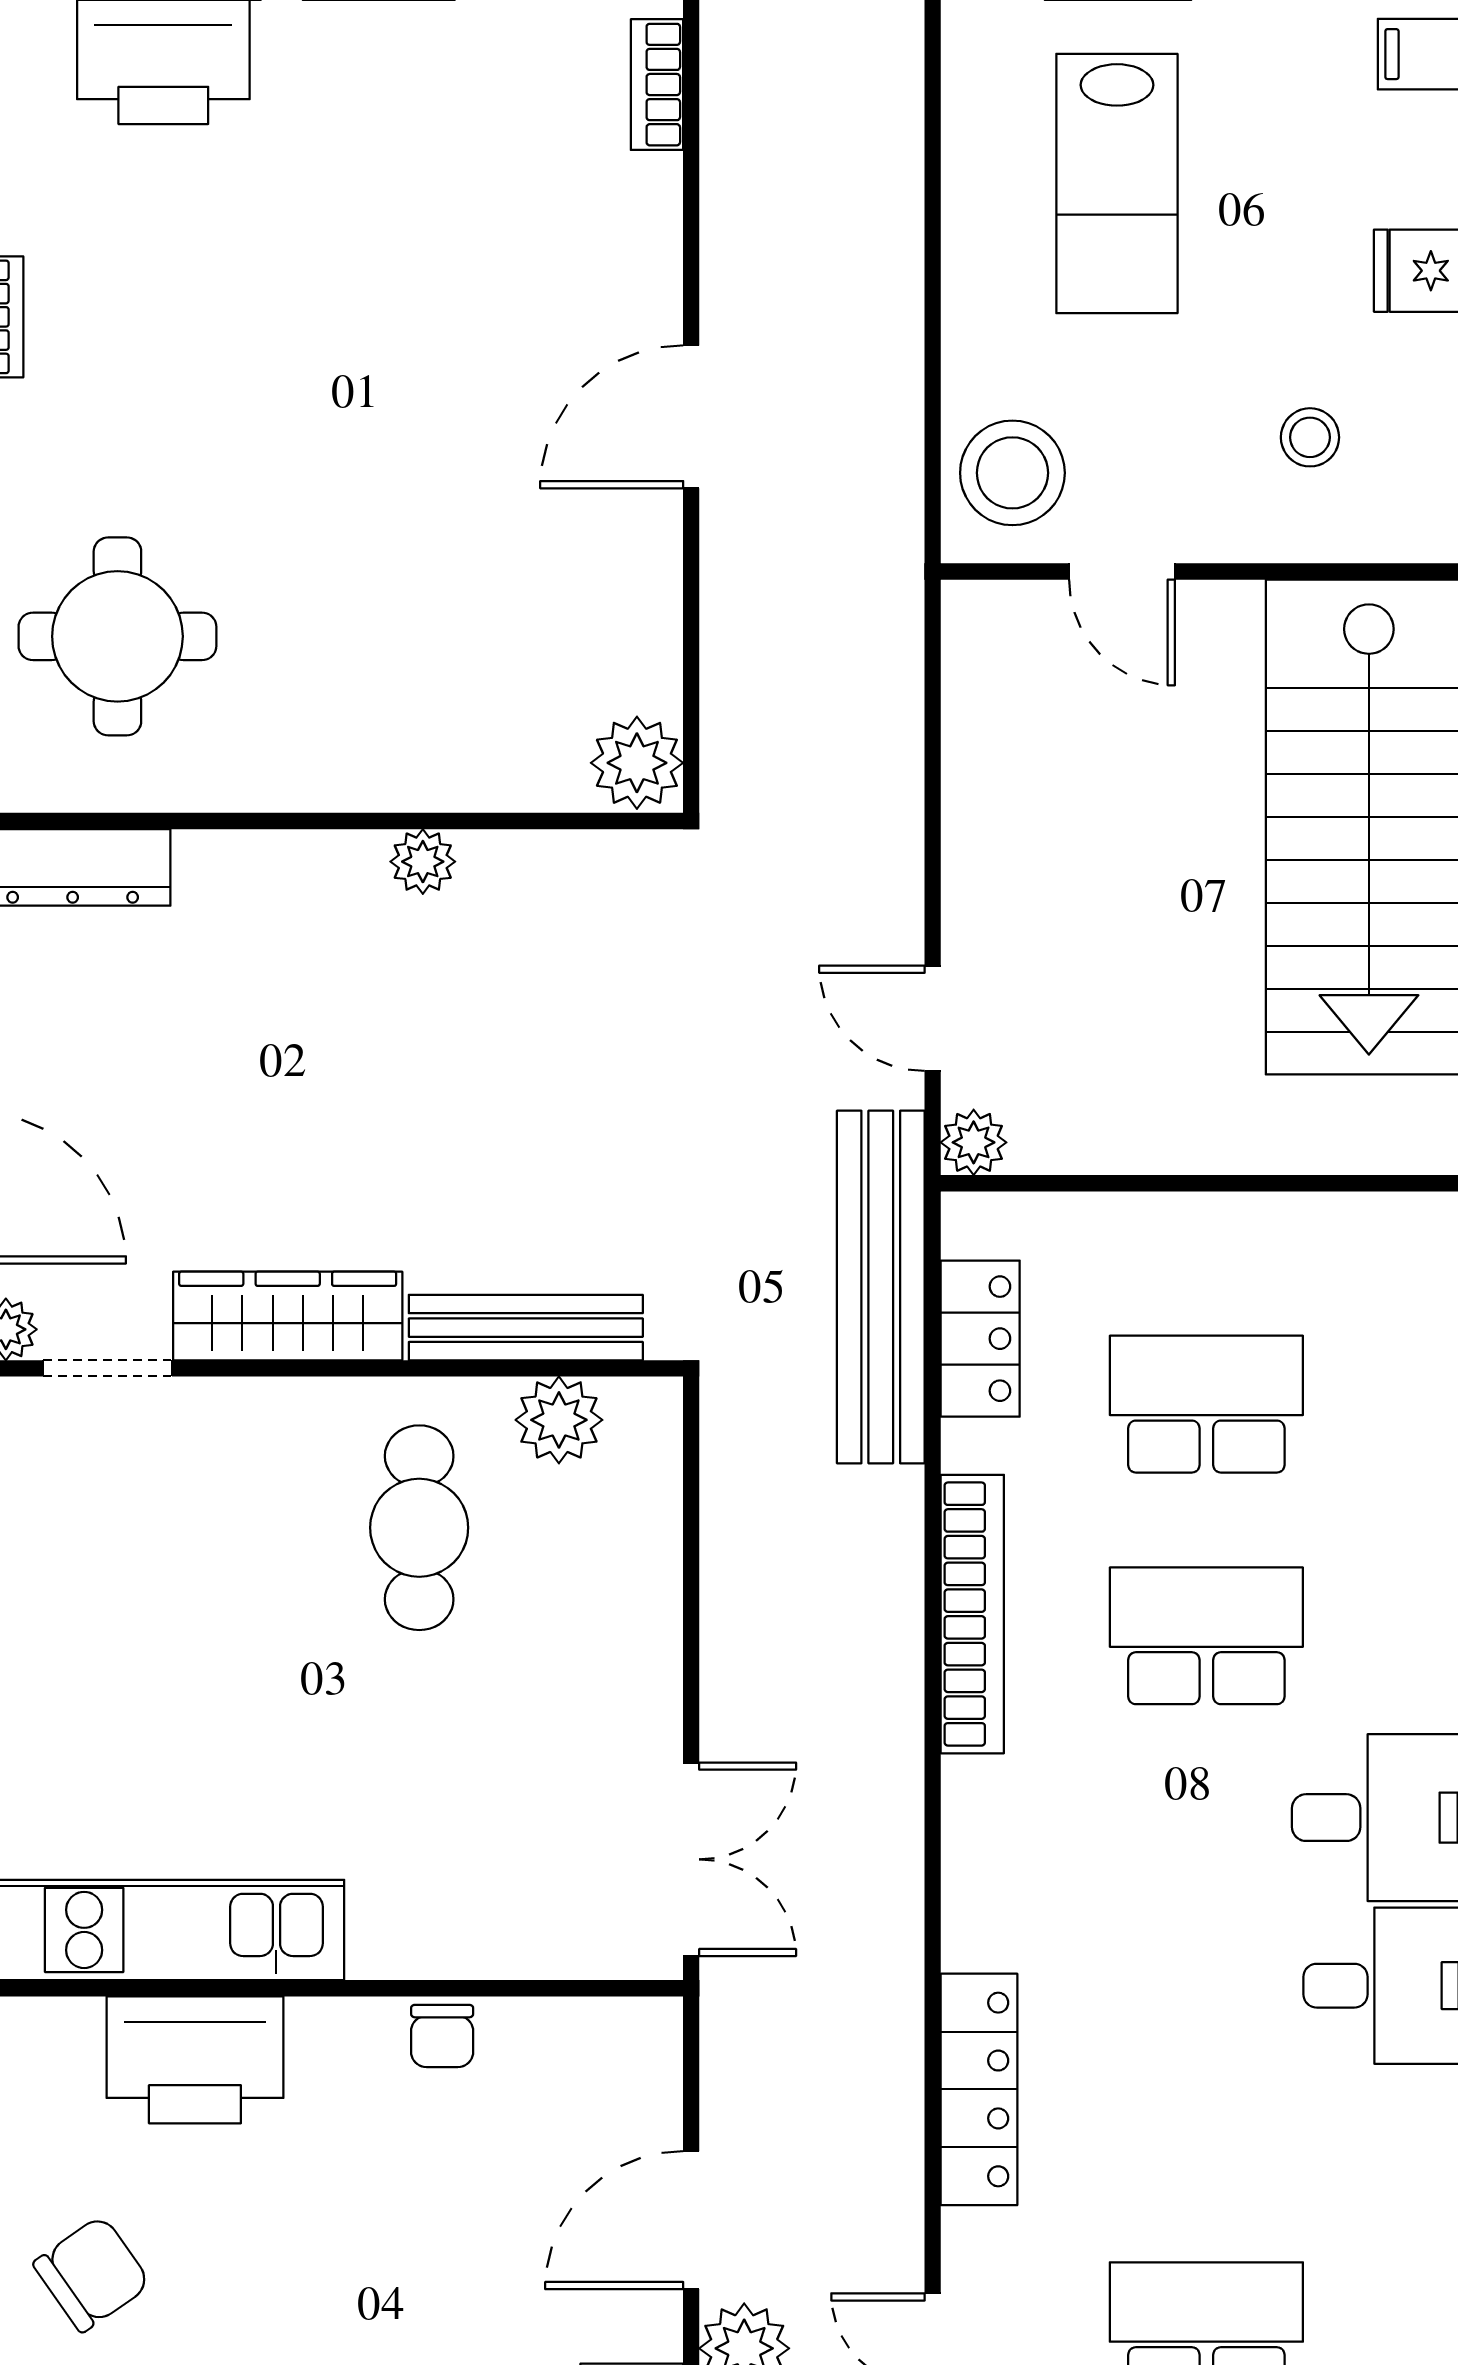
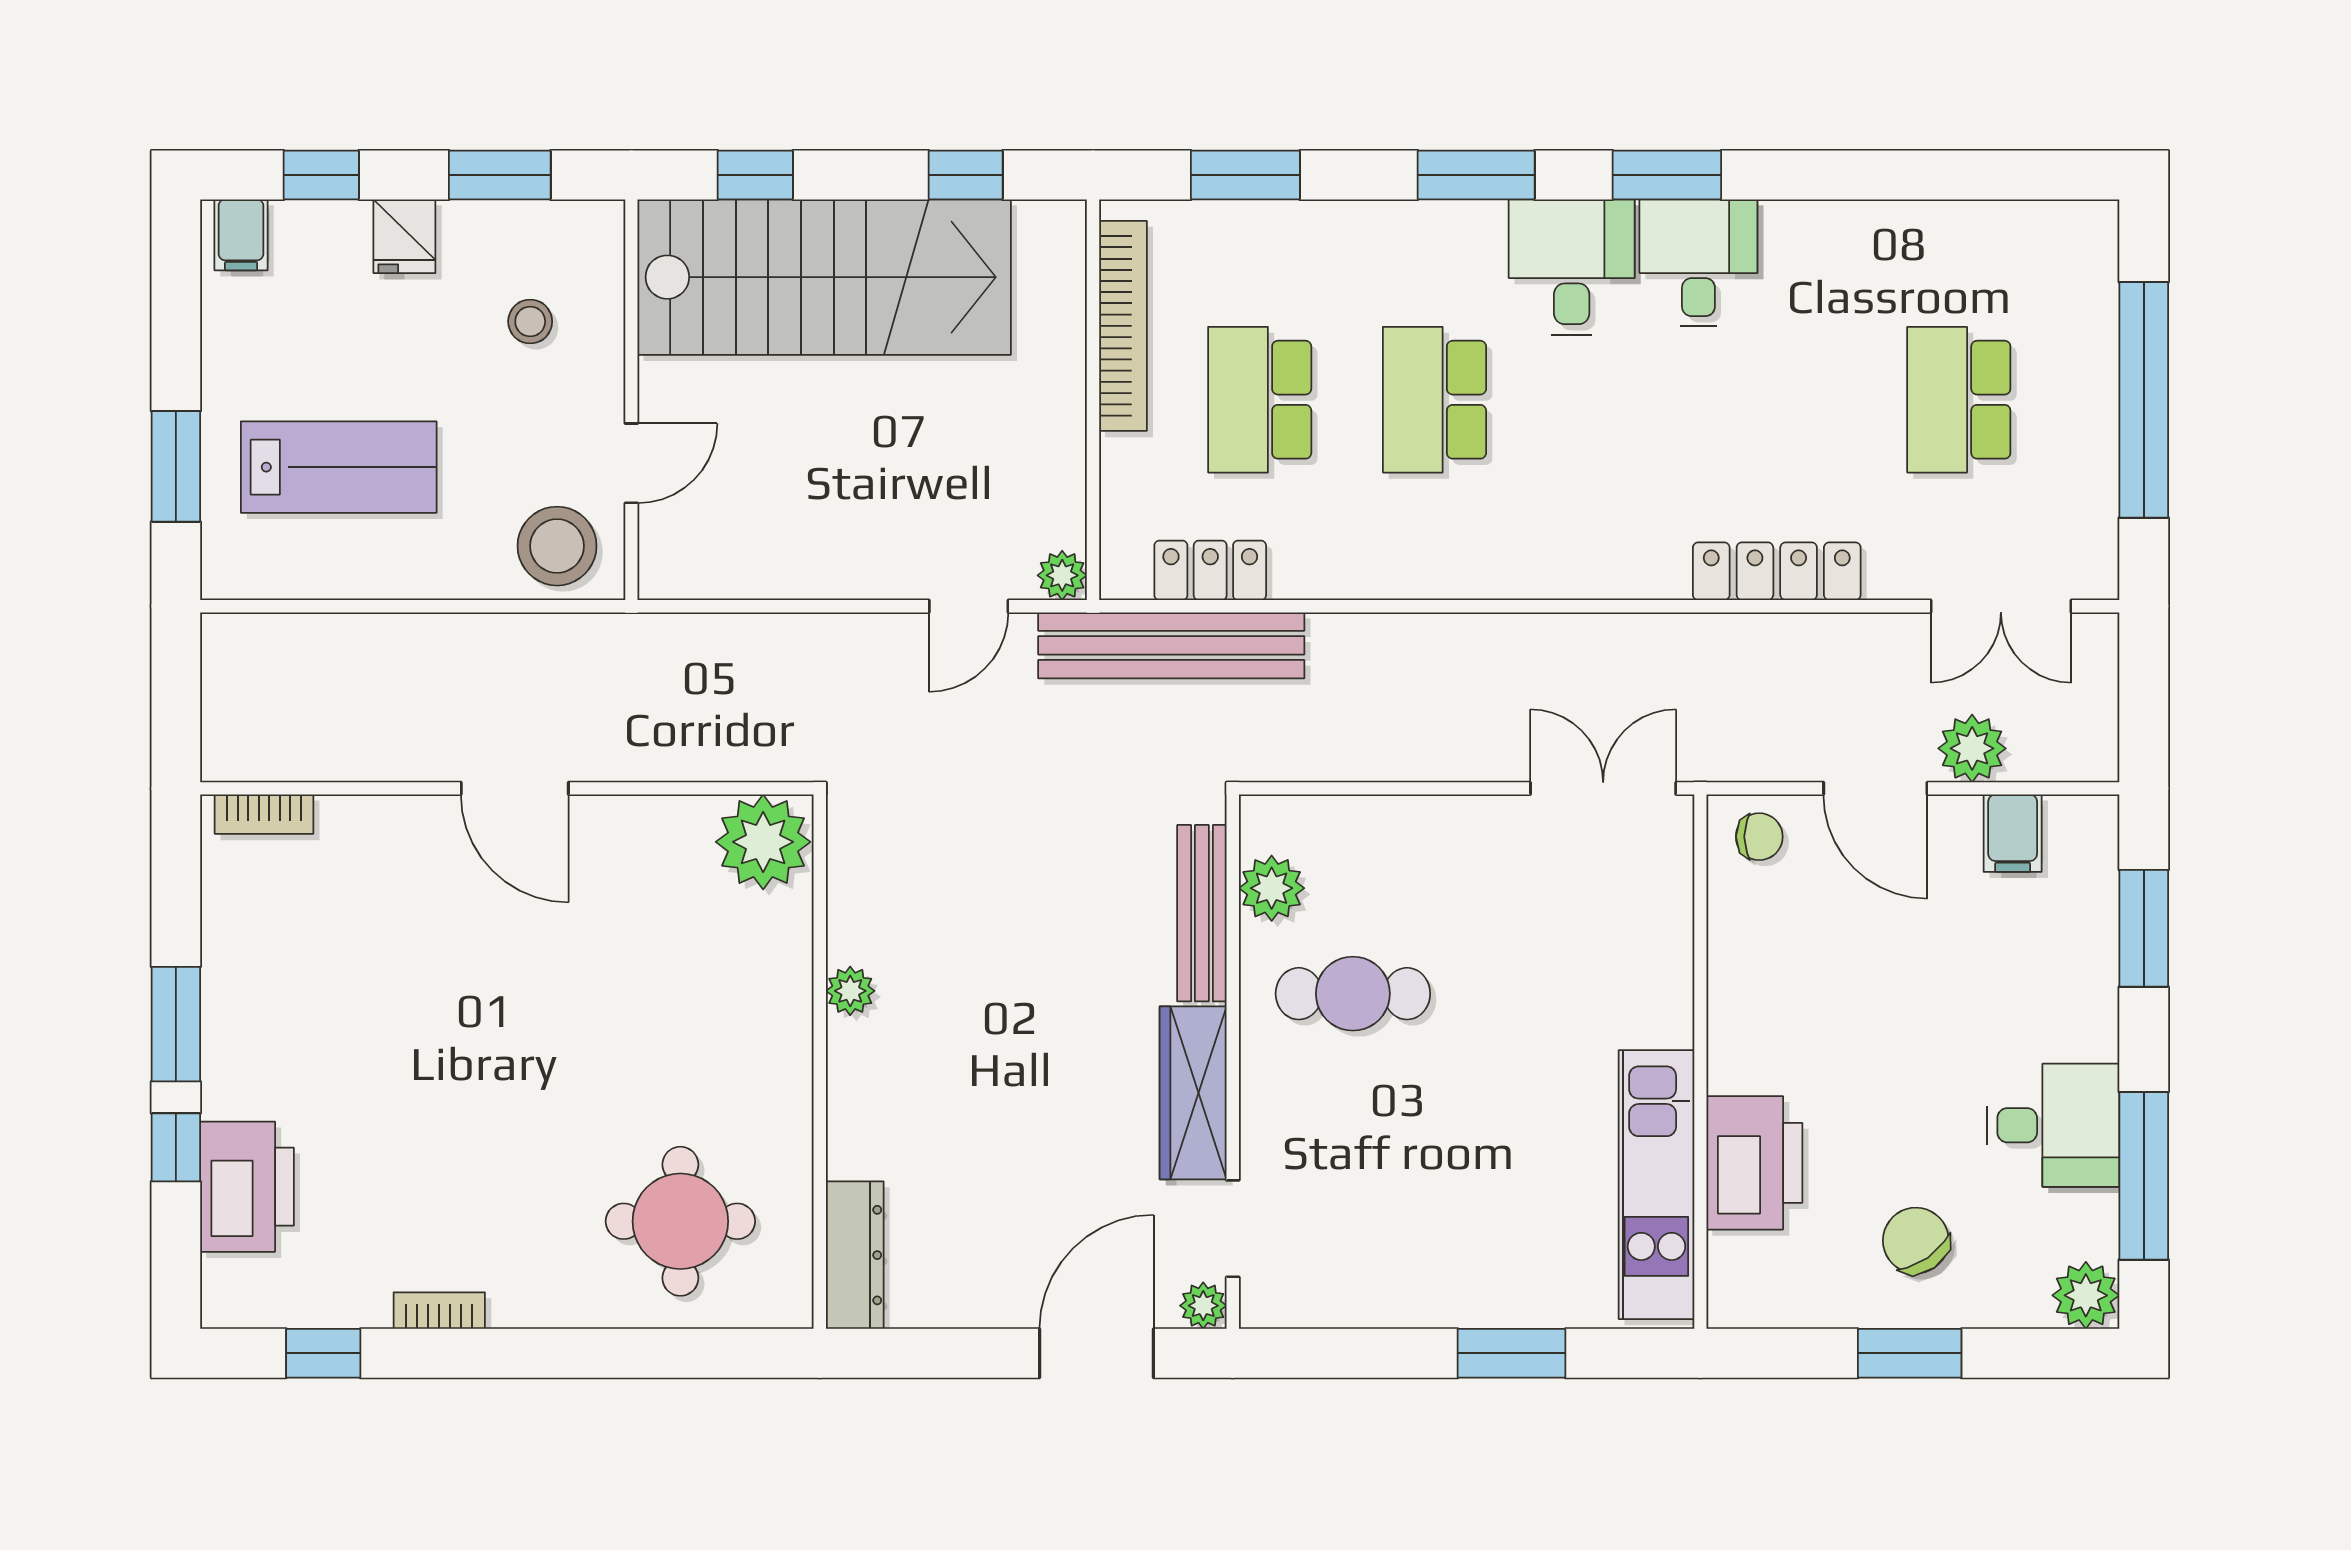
plant: (637, 763) -> (763, 842), width x1.36, depth x1.36
bookcase: (972, 1614) -> (1123, 326), moved, turned 90
chair: (442, 2036) -> (1759, 837), moved

